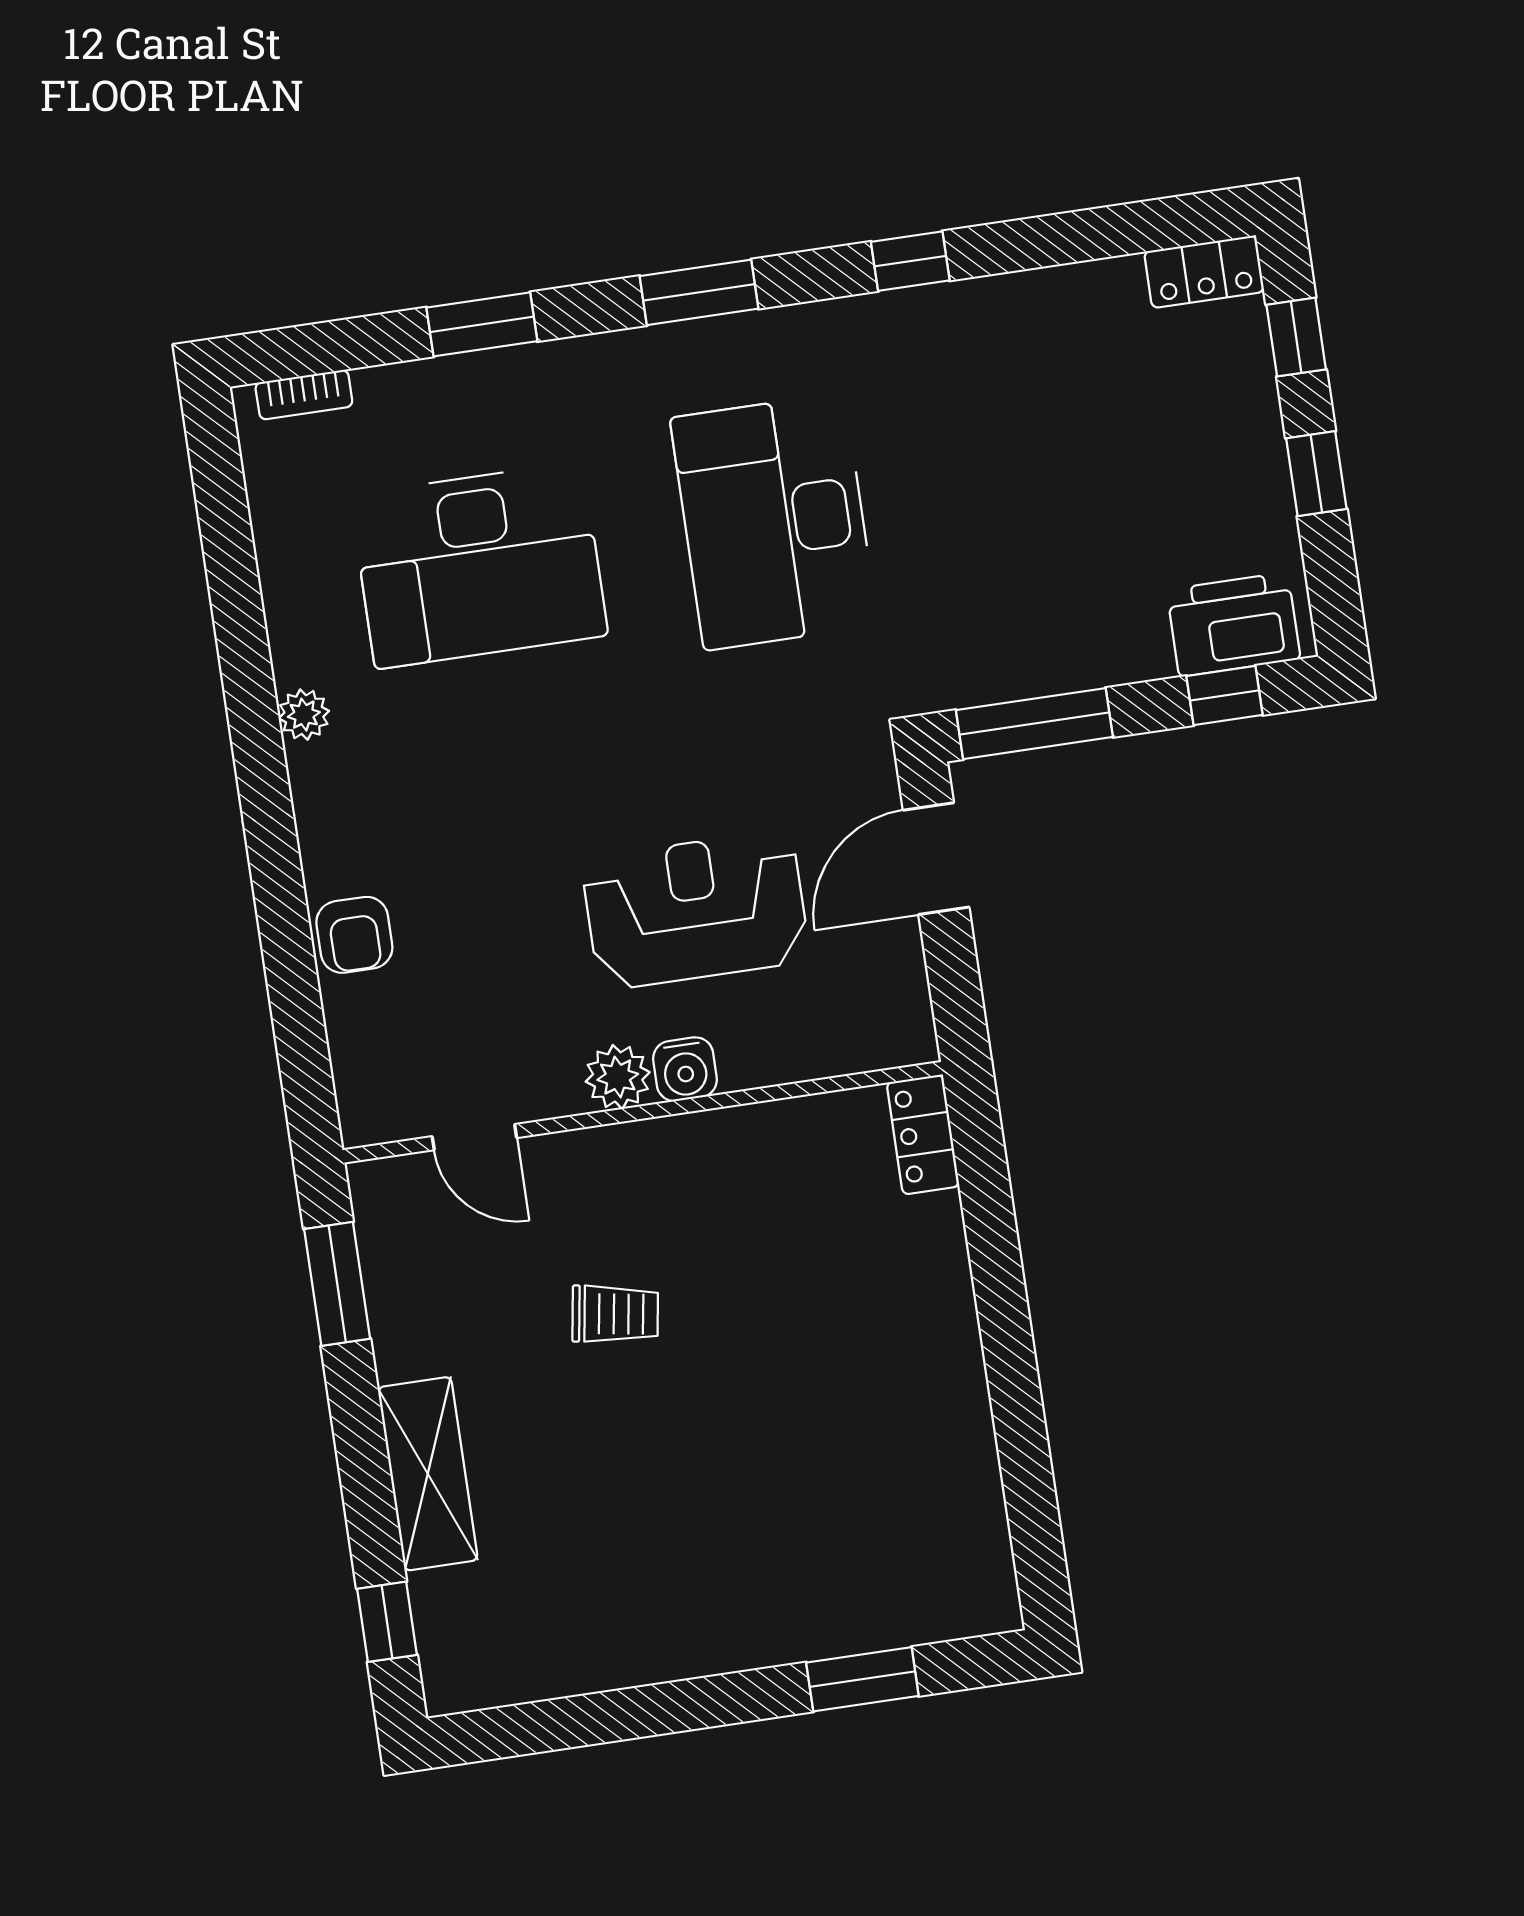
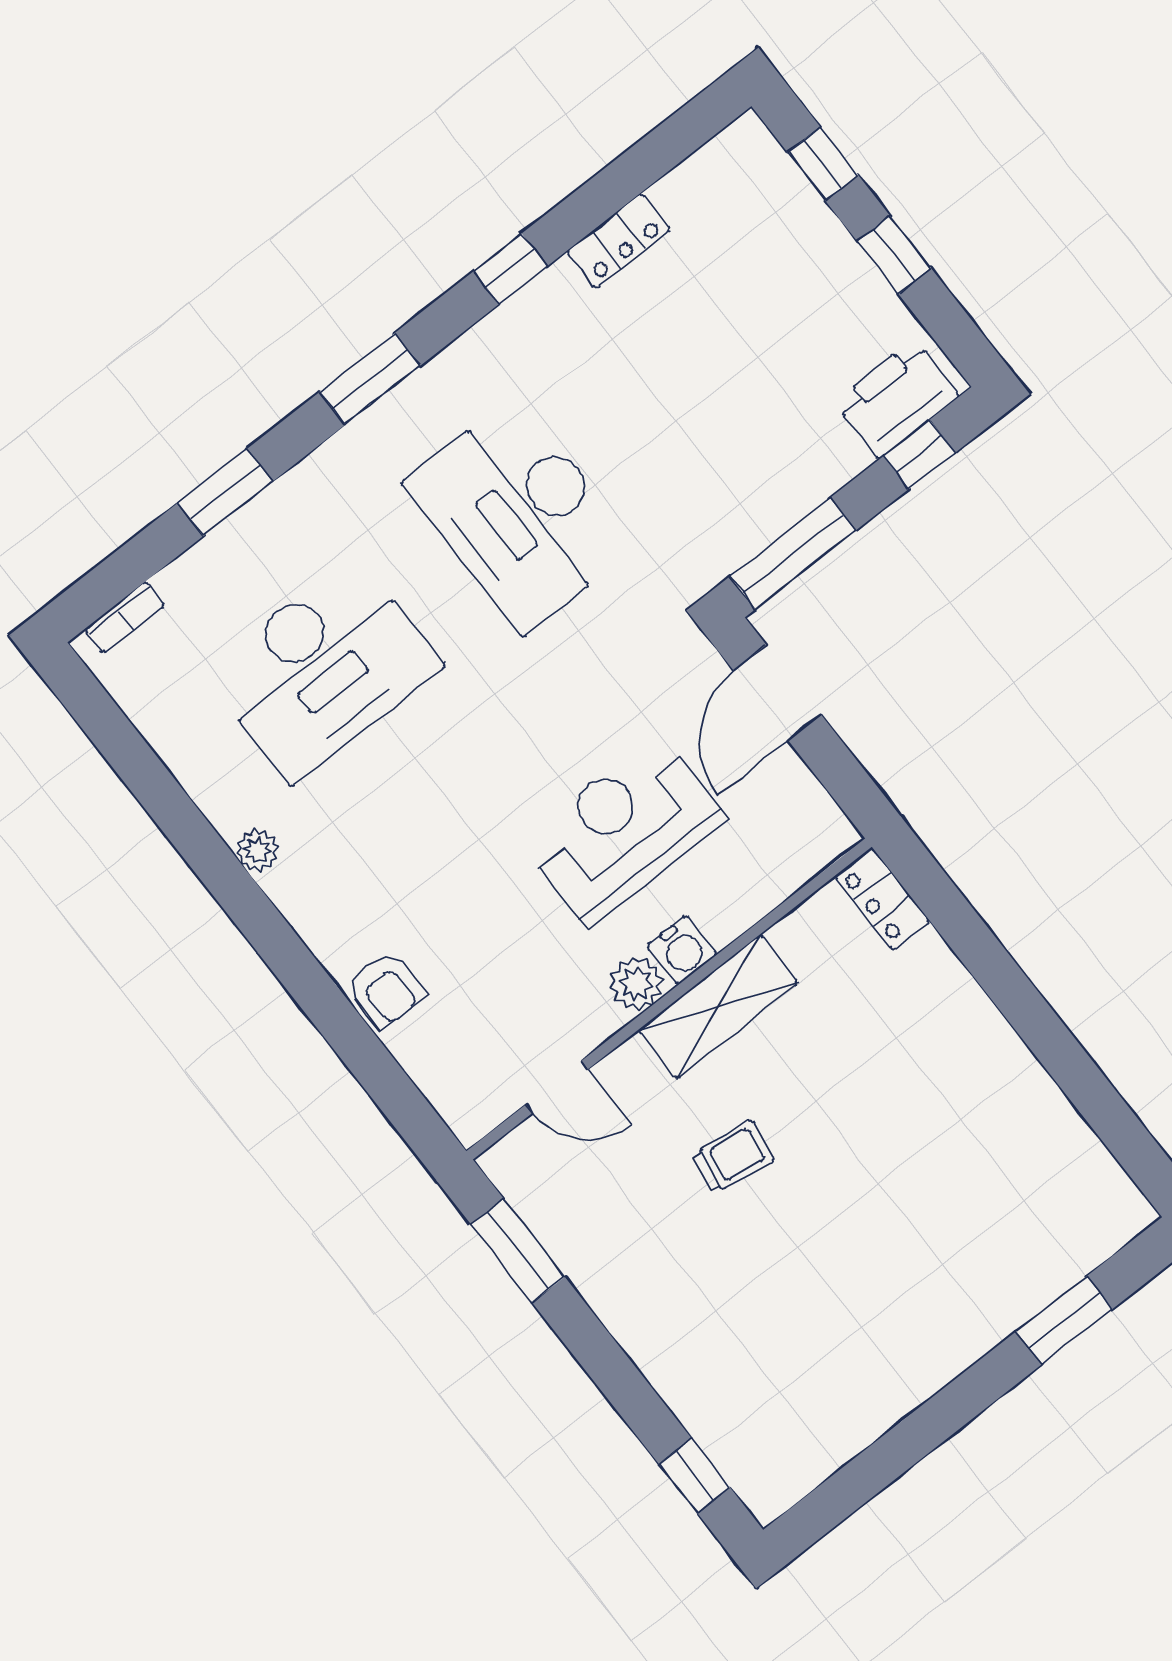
locker: (1204, 272) -> (618, 241), moved
shelving: (428, 1474) -> (718, 1007), moved, turned 90

